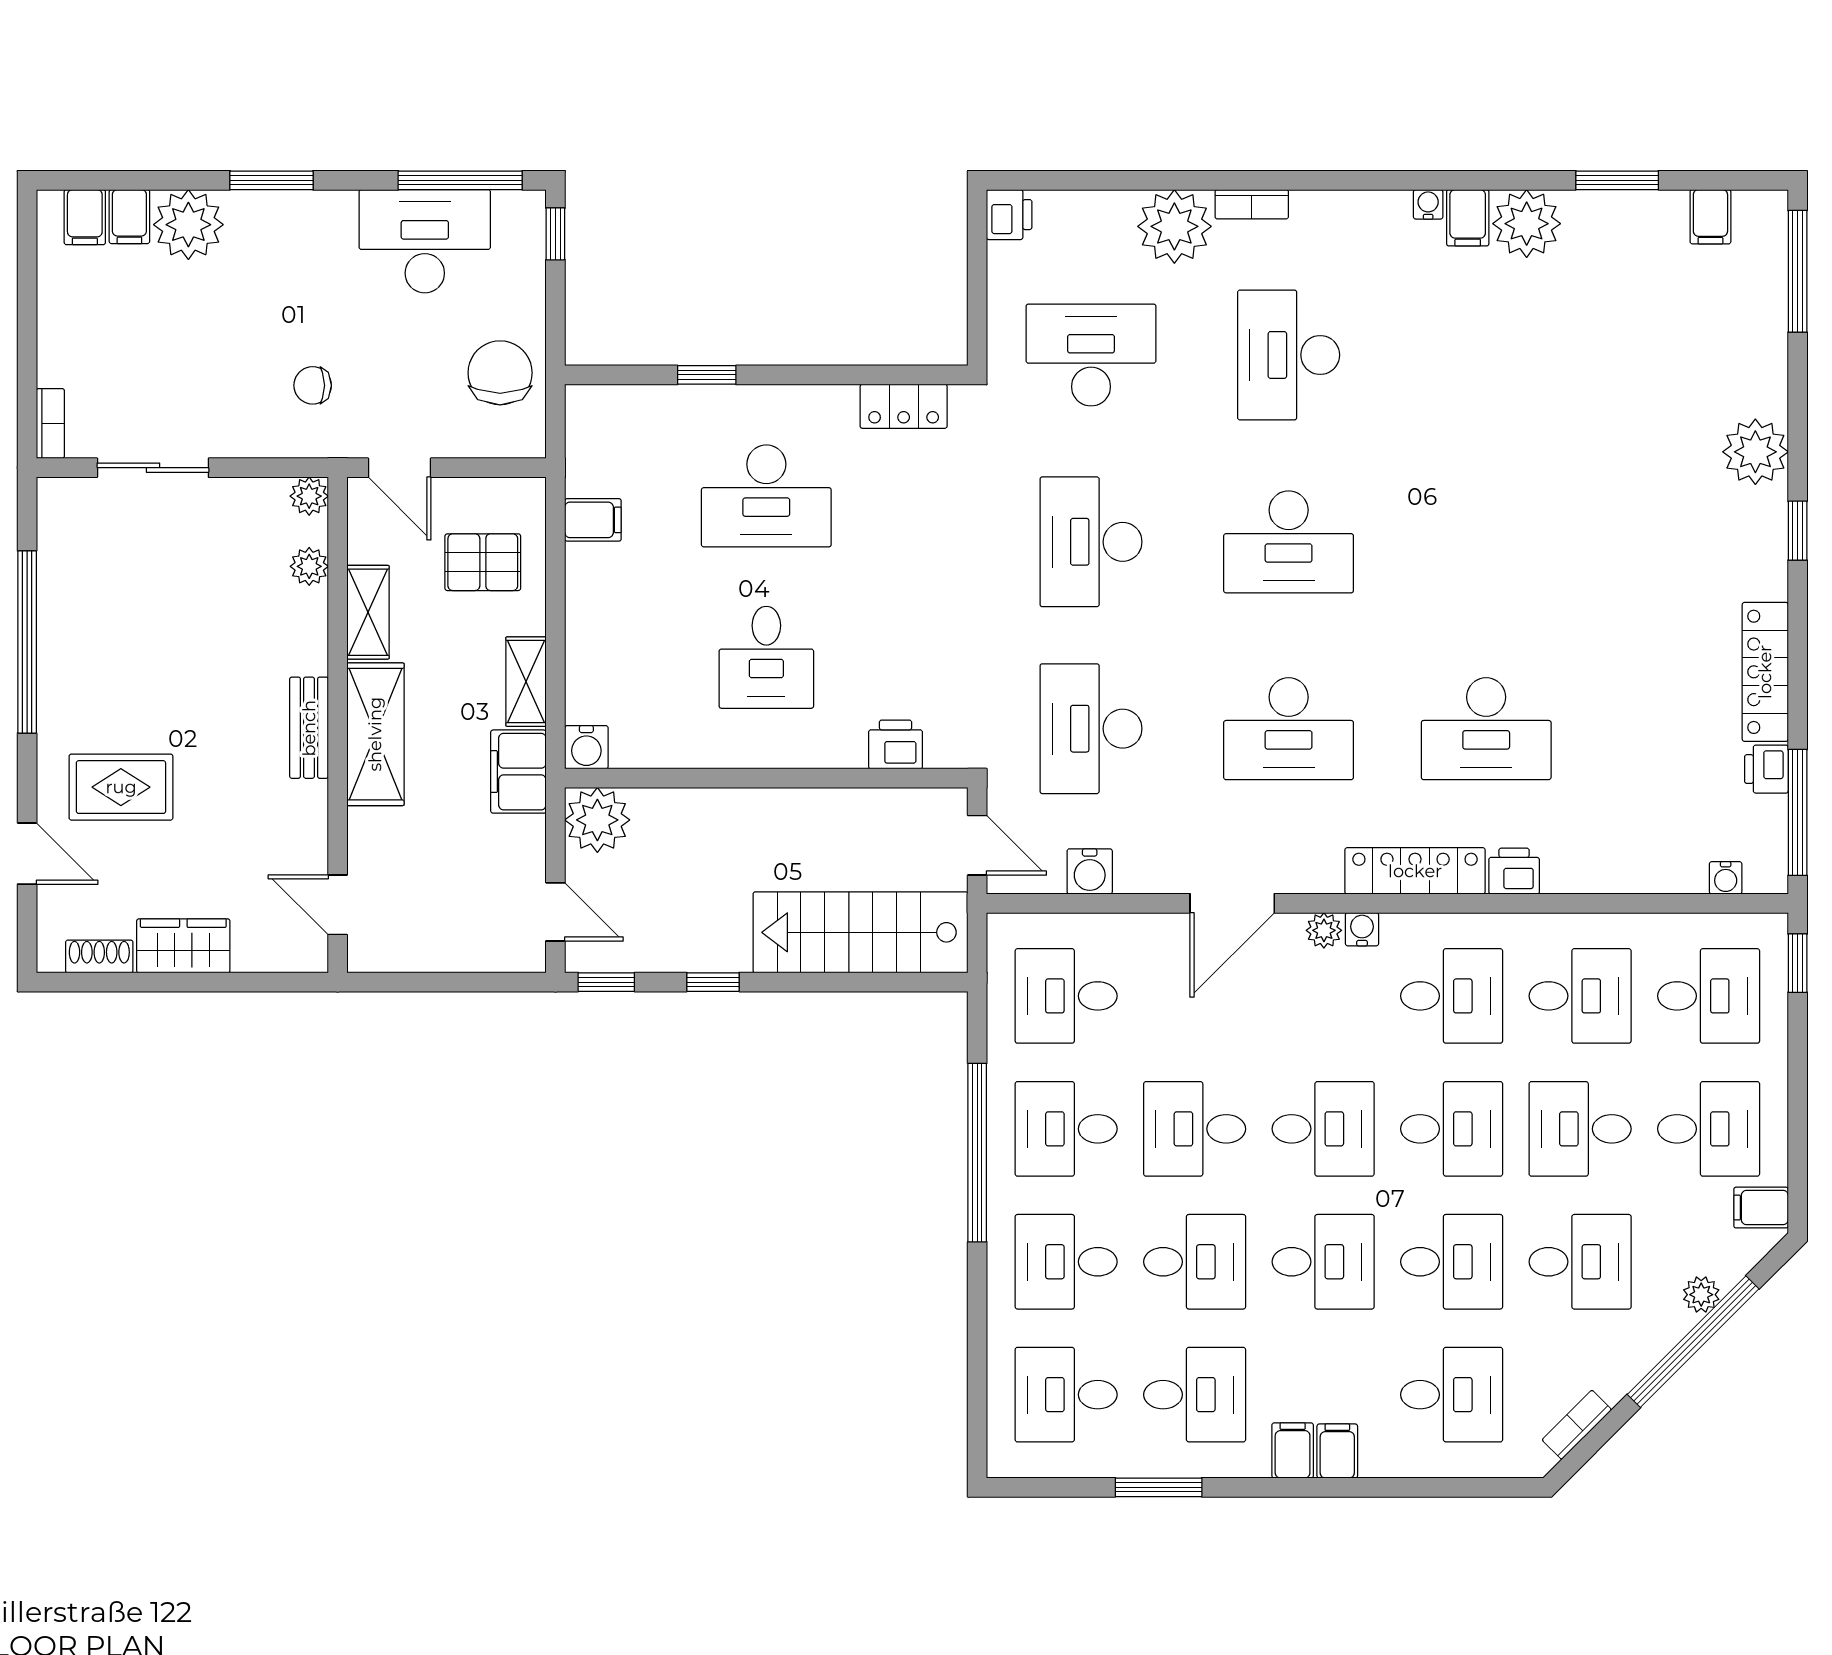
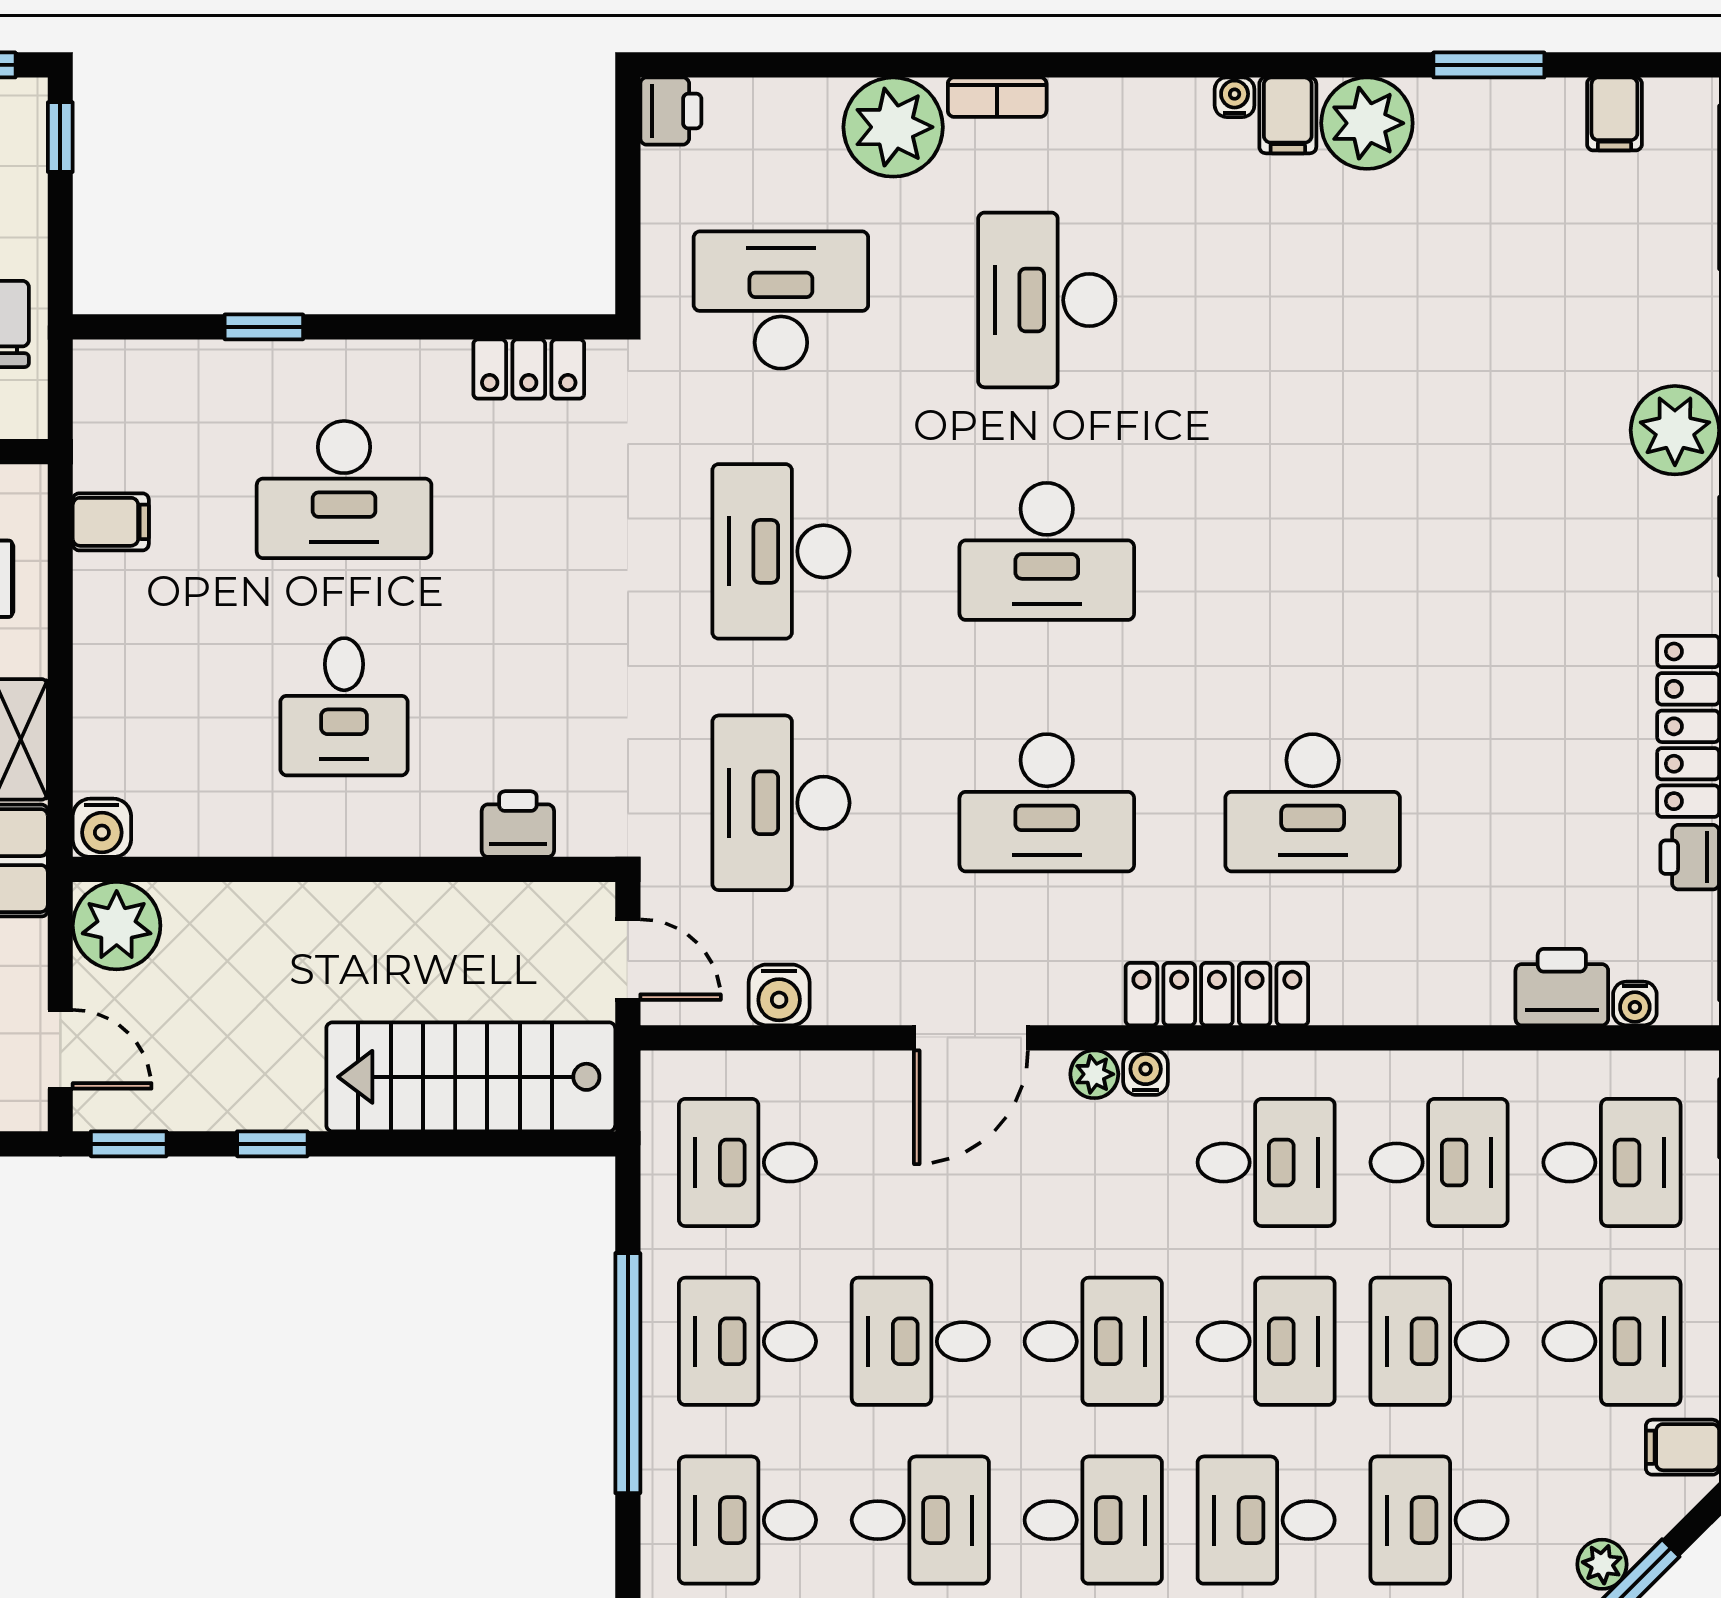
printer: (1514, 871) -> (1562, 987), moved, width x1.36, depth x1.24
desk: (1452, 1262) -> (1266, 1520), turned 180
desk: (1580, 1262) -> (1439, 1520), turned 180

